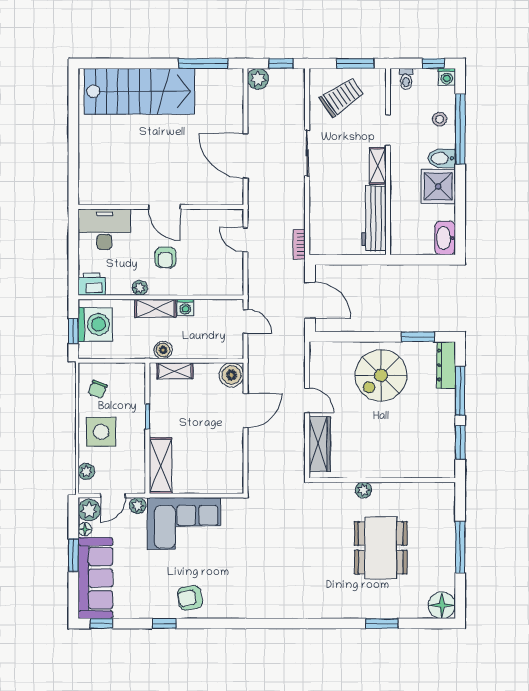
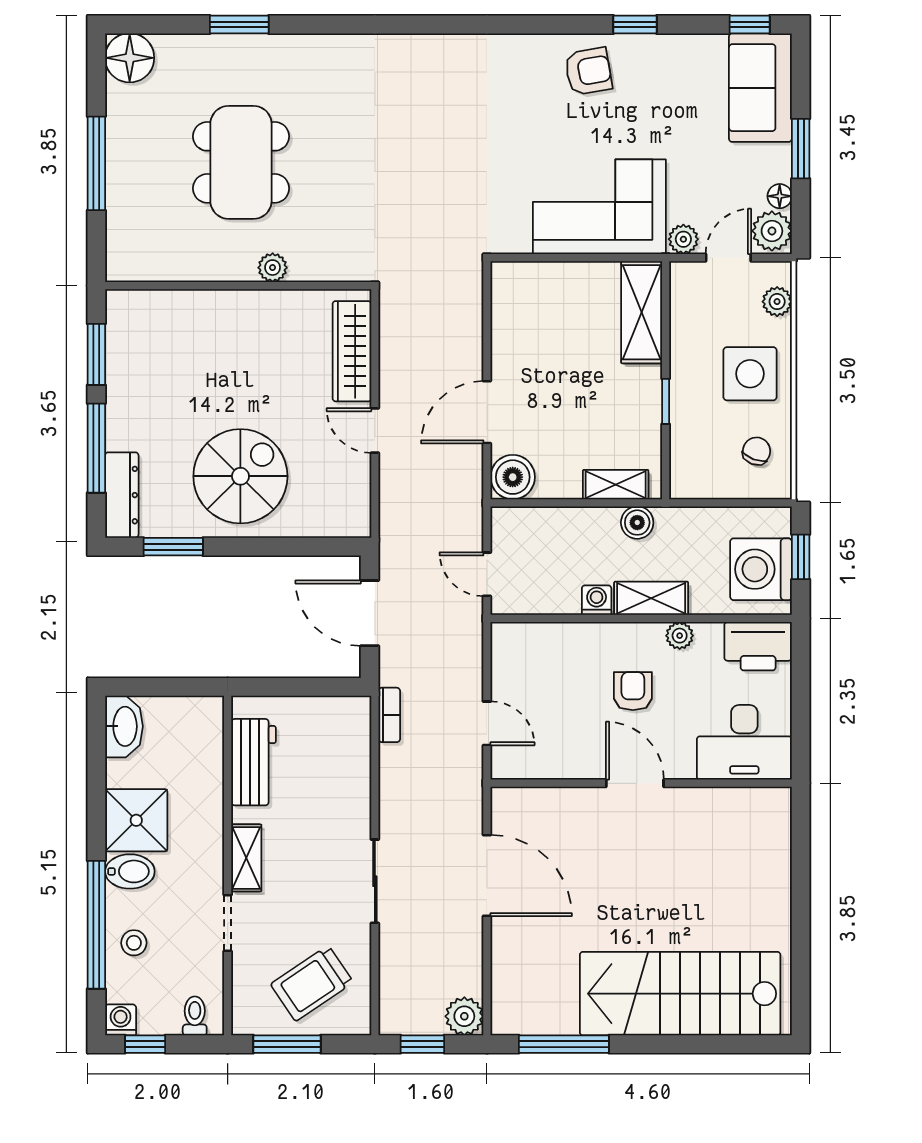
workbench: (374, 218) -> (253, 762), width x0.73
printer: (92, 284) -> (758, 646), width x1.37, depth x1.19
sofa: (95, 578) -> (760, 88), width x0.73

